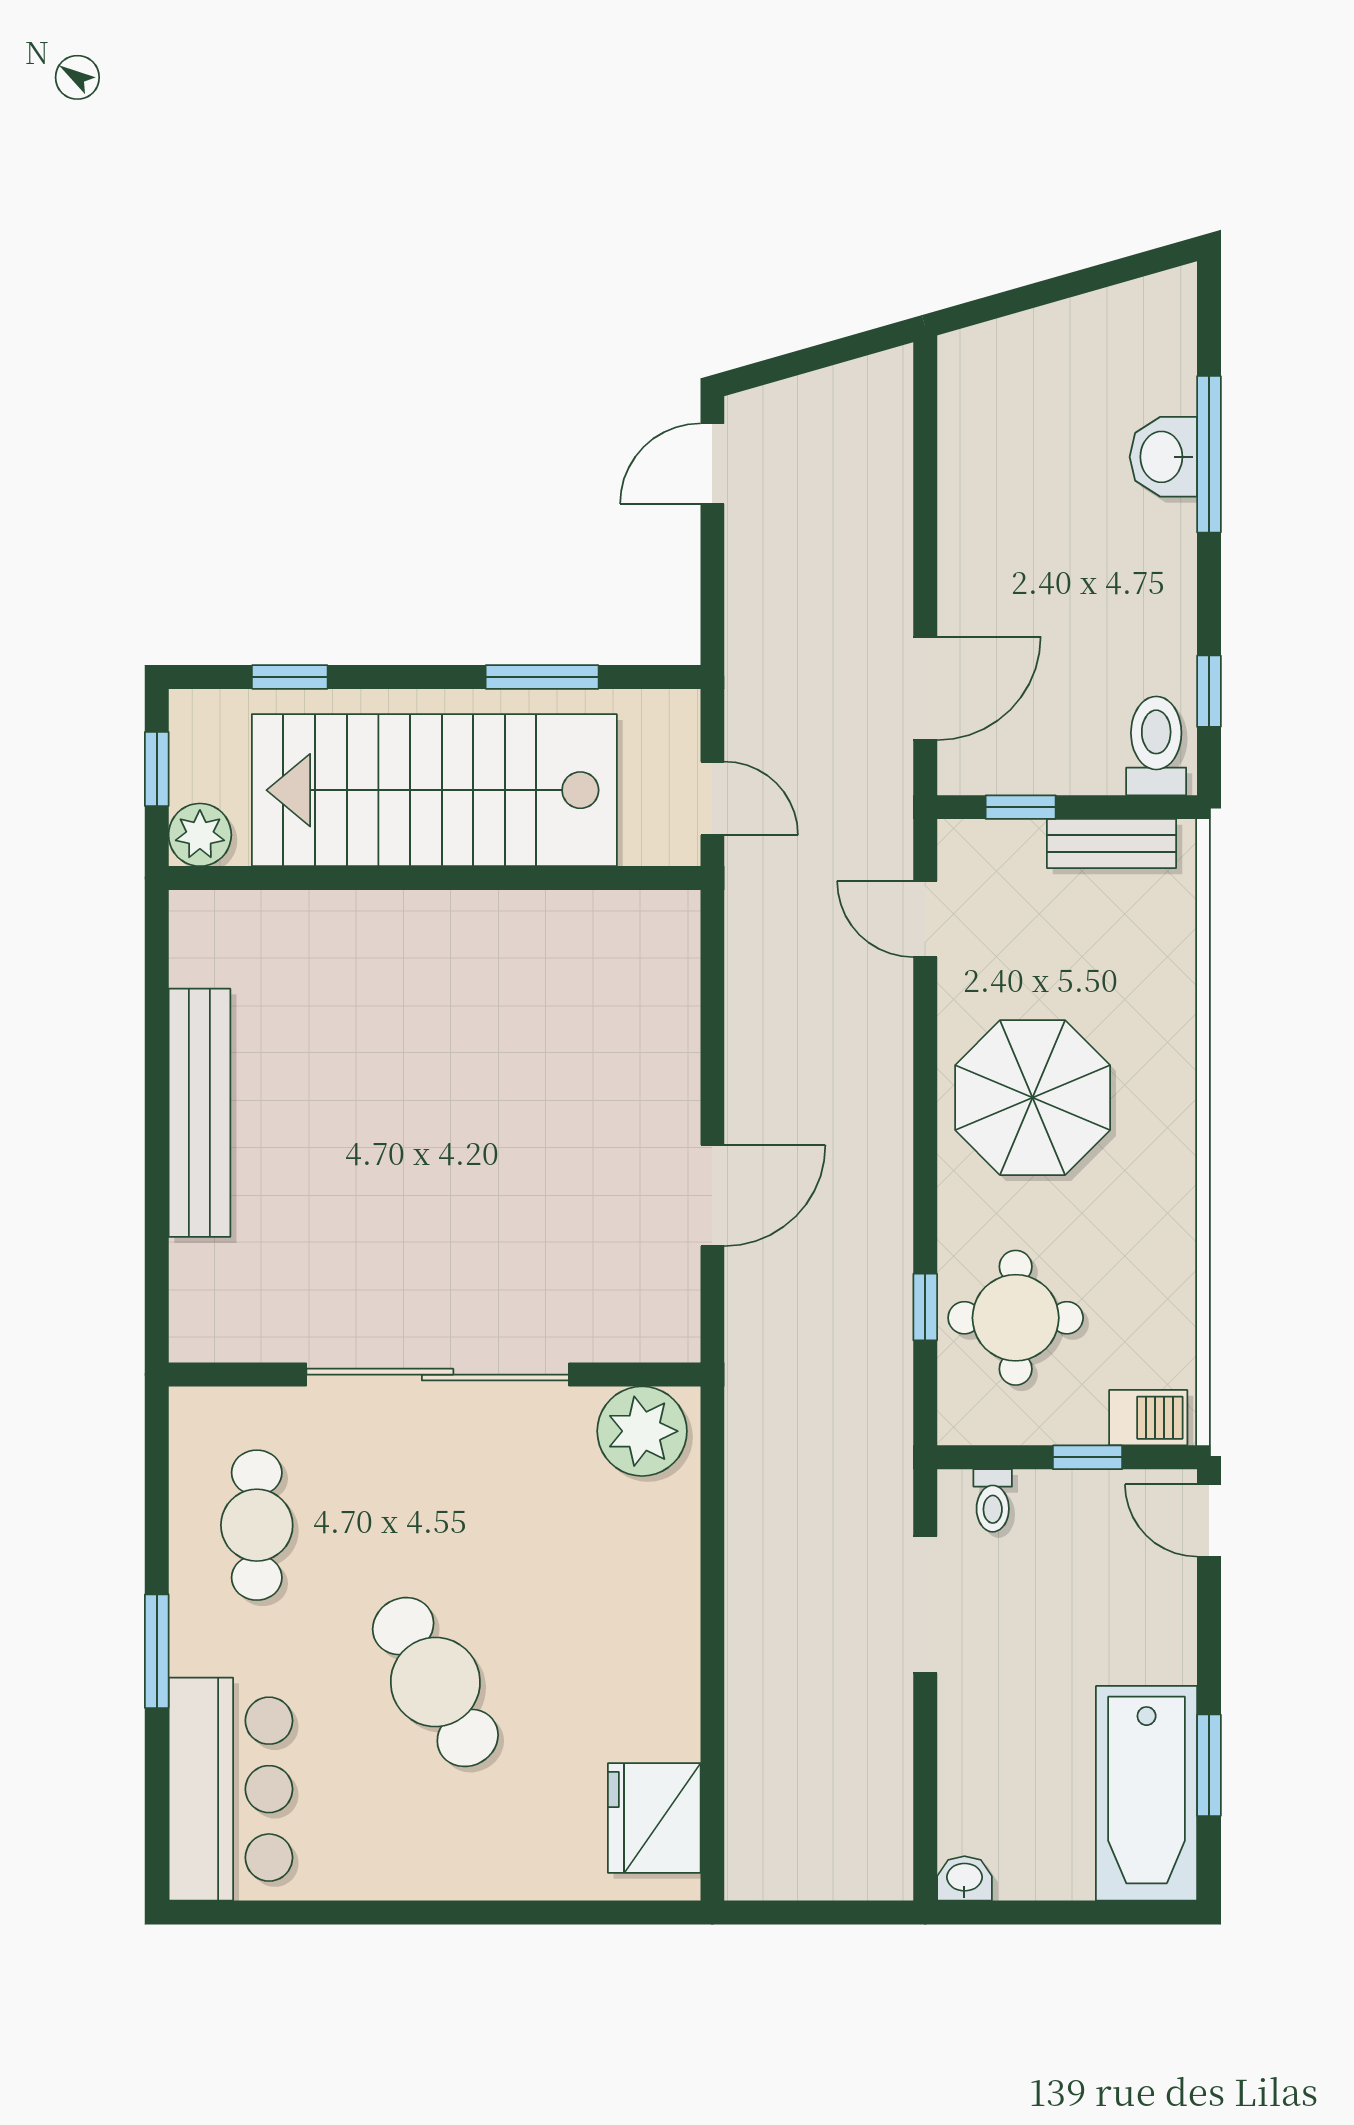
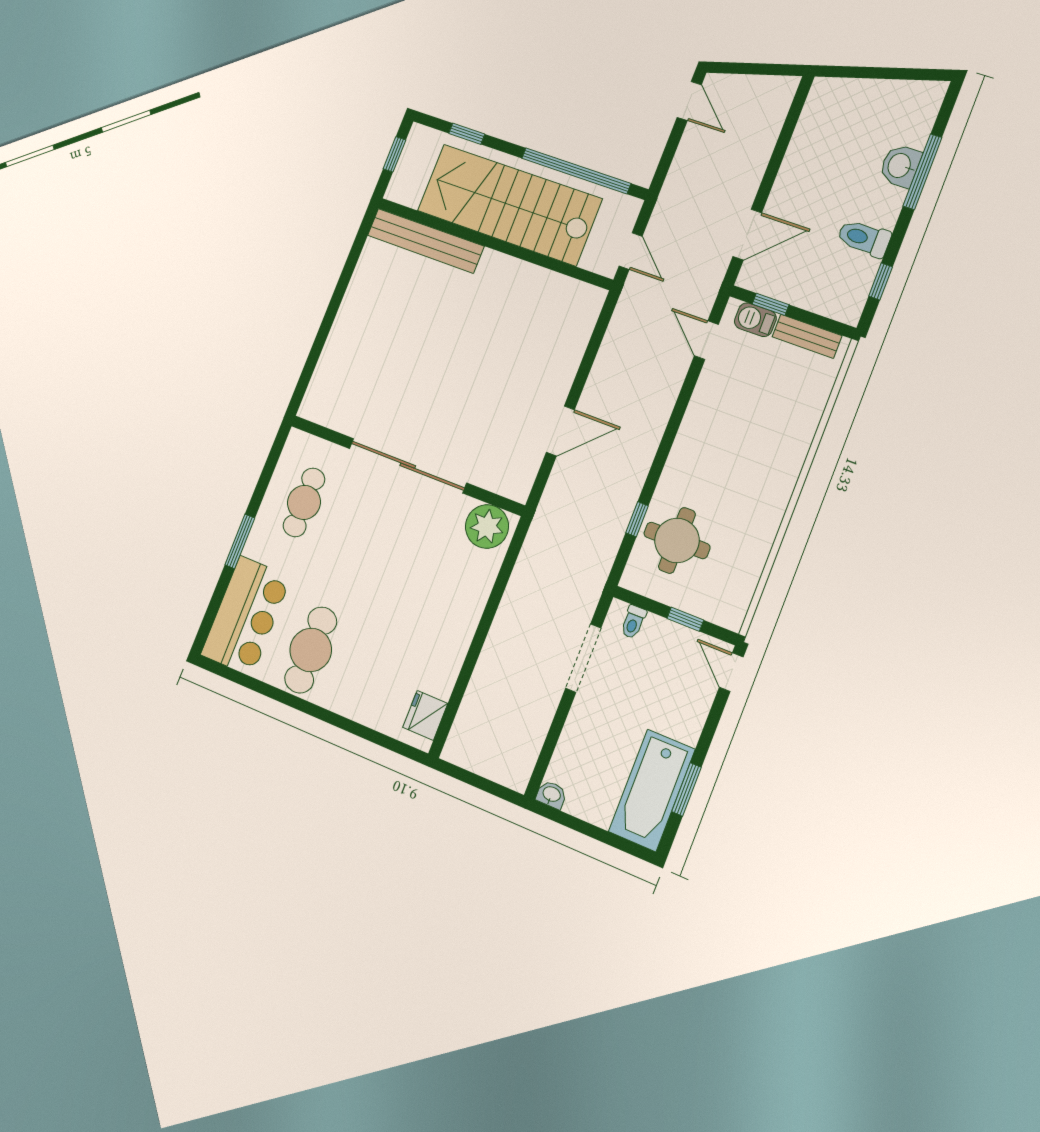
door: (712, 464) -> (689, 101), swing flipped
window: (542, 677) -> (576, 171), width x2.11
toilet: (1156, 746) -> (864, 238), moved, turned -90
plant: (200, 835) -> (401, 189), removed
parasol: (1033, 1098) -> (724, 441), removed
bench: (199, 1113) -> (426, 241), moved, turned 90
barbecue: (1148, 1418) -> (755, 320), moved, turned 180
cafe table: (435, 1682) -> (311, 650), moved, turned 30
fridge: (654, 1818) -> (425, 715), width x0.73, depth x0.75

